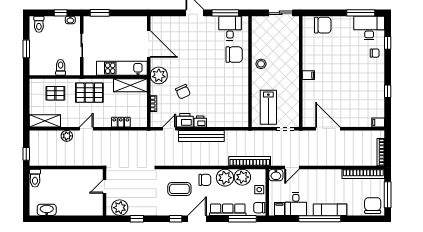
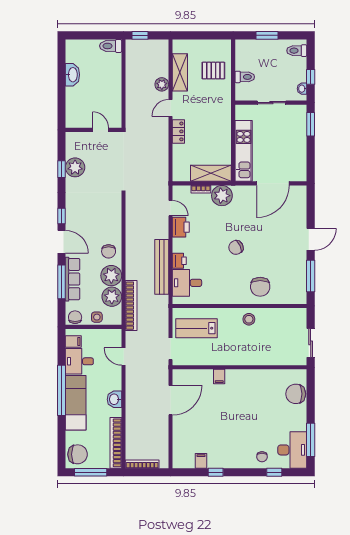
chair: (323, 25) -> (296, 394), turned 90
desk: (230, 28) -> (187, 283), moved, turned 180
plant: (159, 75) -> (222, 196), moved
filing cabinet: (308, 75) -> (219, 377), moved
shelving: (130, 85) -> (211, 173), moved, turned 90
chair: (183, 92) -> (236, 247), moved
pallet: (55, 93) -> (213, 71), turned 90
pallet: (89, 93) -> (214, 112), removed
shelving: (45, 121) -> (180, 72), moved
printer: (200, 121) -> (179, 261), moved
locker: (121, 122) -> (178, 131), moved
filing cabinet: (378, 122) -> (201, 461), moved
door: (86, 129) -> (170, 108), swing flipped
bench: (201, 136) -> (162, 267), moved
washbasin: (276, 175) -> (114, 399), moved
coffee table: (179, 189) -> (98, 221), removed
plant: (120, 208) -> (75, 167), moved
washbasin: (47, 210) -> (72, 75), moved
exam couch: (330, 210) -> (76, 403), width x1.36, depth x1.45
window: (242, 219) -> (62, 282), moved

